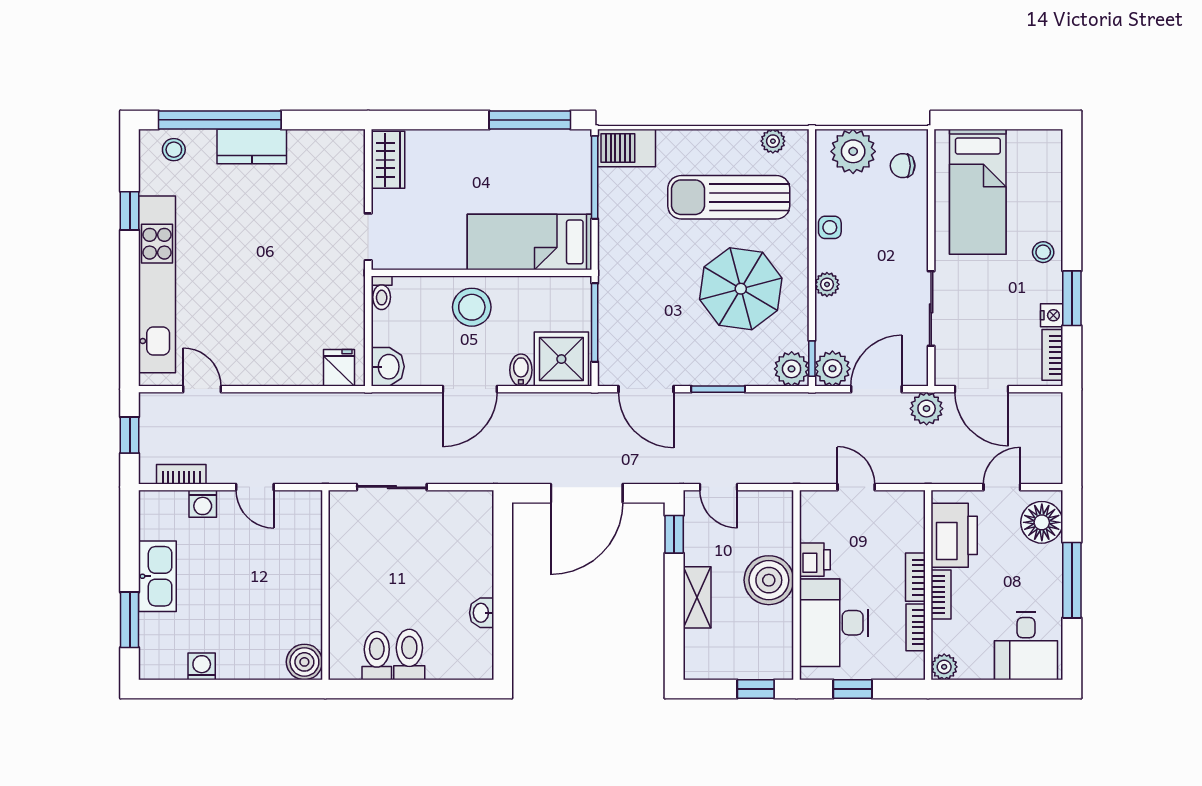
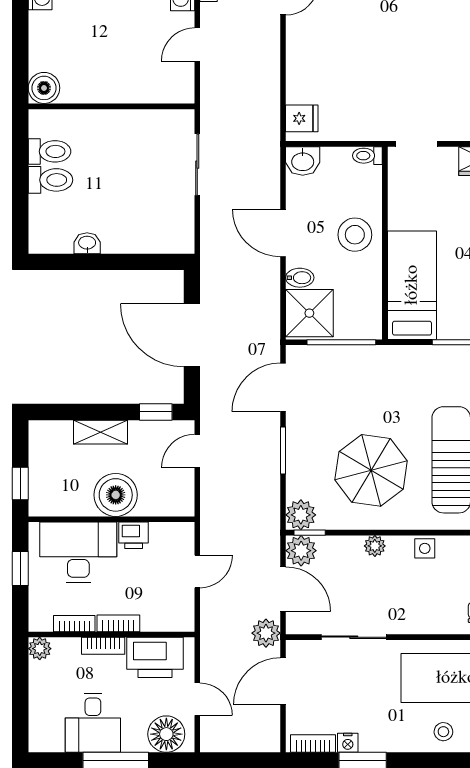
stool: (1043, 252) -> (443, 732), moved
desk: (1026, 646) -> (93, 723), moved, turned -90

